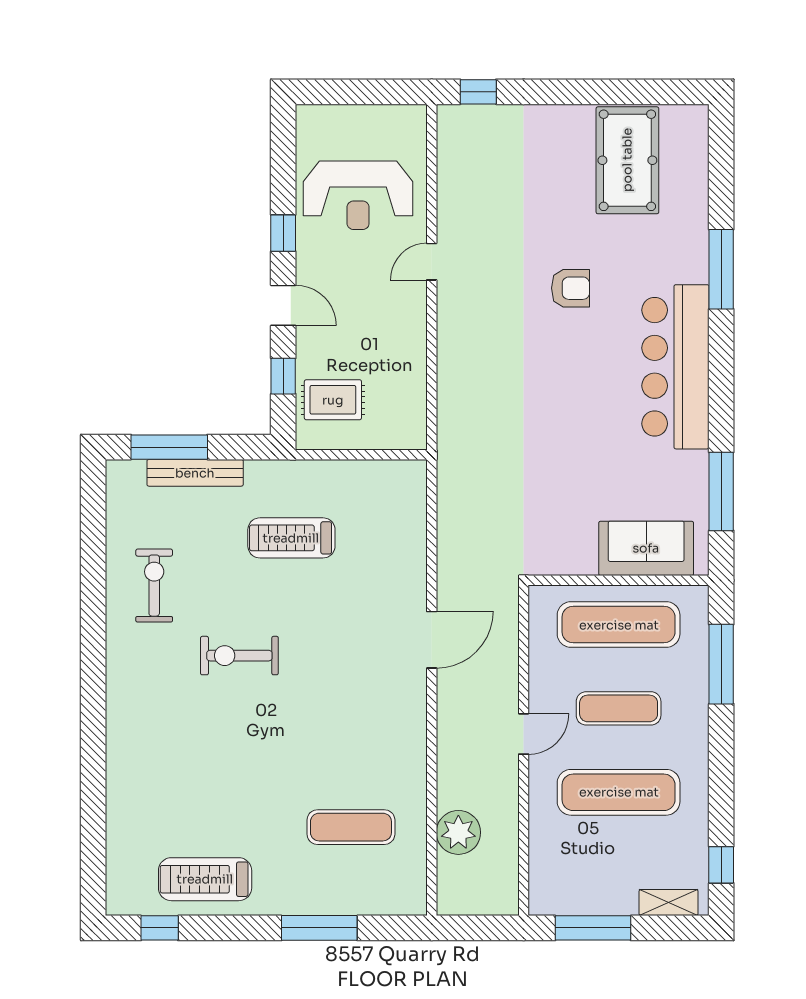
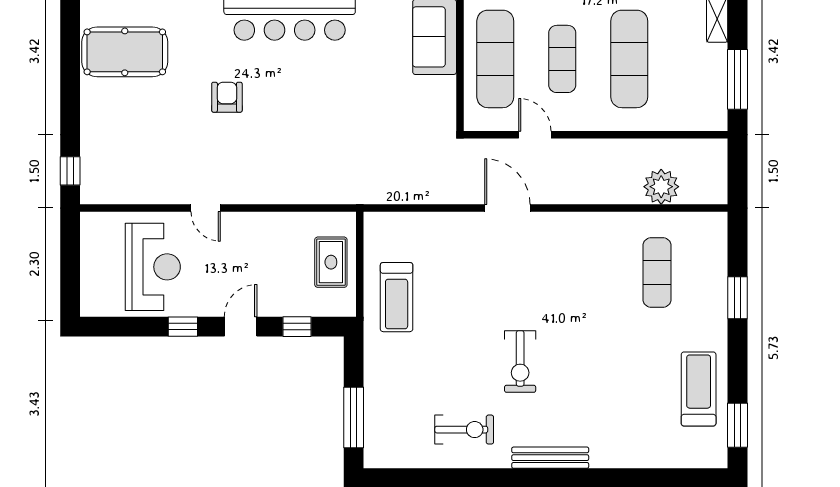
rug: (333, 400) -> (331, 262), moved
bench: (195, 473) -> (550, 458), moved, turned 90
treadmill: (291, 538) -> (397, 297), moved
exercise bike: (154, 586) -> (464, 430), turned 180
door: (524, 734) -> (535, 135), moved
treadmill: (205, 879) -> (699, 389), turned 180
window: (160, 928) -> (738, 425), width x1.50
window: (319, 928) -> (738, 298), width x0.69

